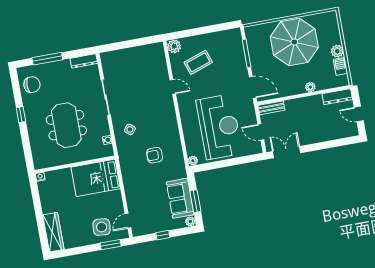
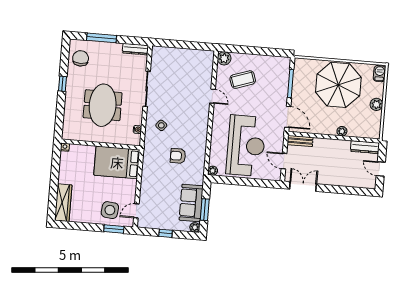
barbecue: (341, 66) -> (380, 74), moved
chair: (32, 85) -> (81, 58), turned -90

